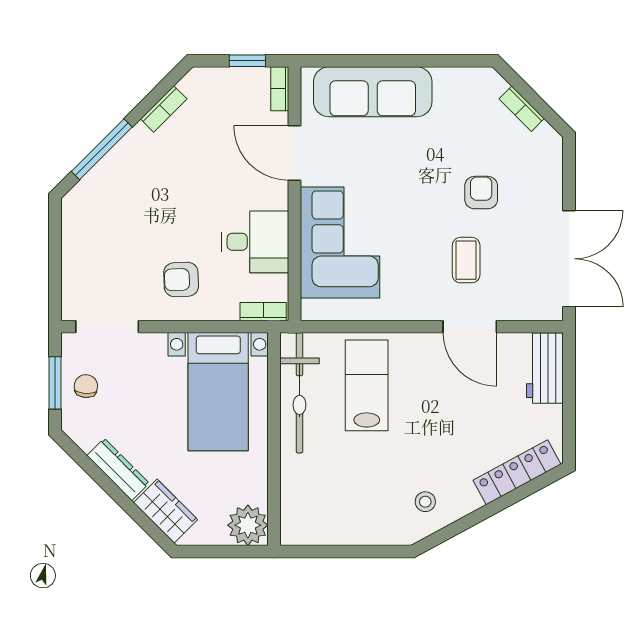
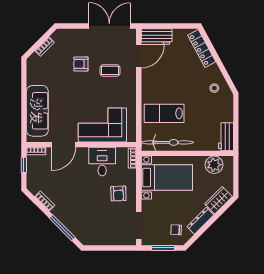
door: (470, 327) -> (139, 56), moved
chair: (86, 386) -> (176, 230), moved
plant: (248, 525) -> (214, 165), moved
workbench: (313, 529) -> (226, 137), added

